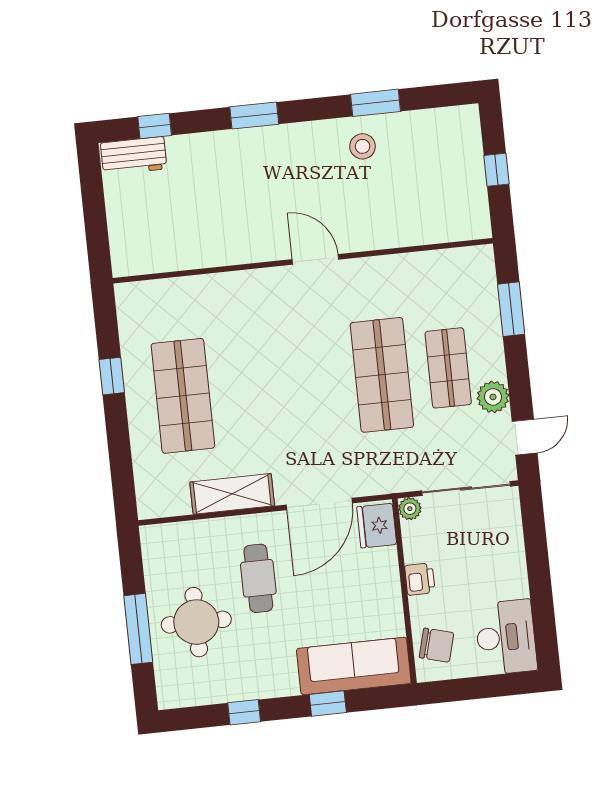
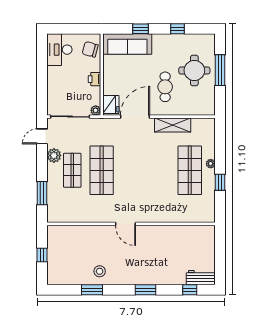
plant: (137, 416) -> (211, 164), added

